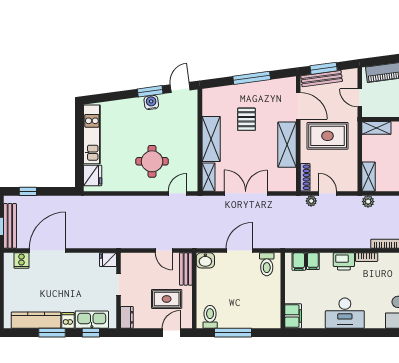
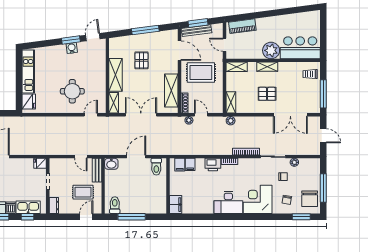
shelving: (287, 145) -> (171, 91), moved
desk: (345, 313) -> (228, 202), moved

